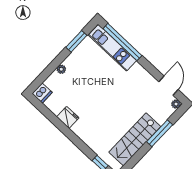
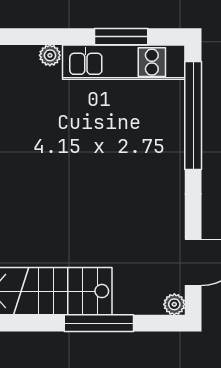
kitchen unit: (112, 48) -> (124, 62), moved, turned -90

